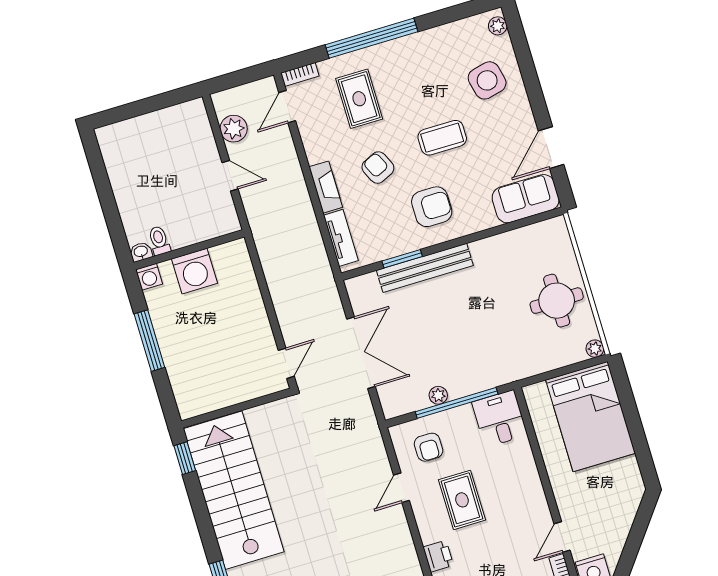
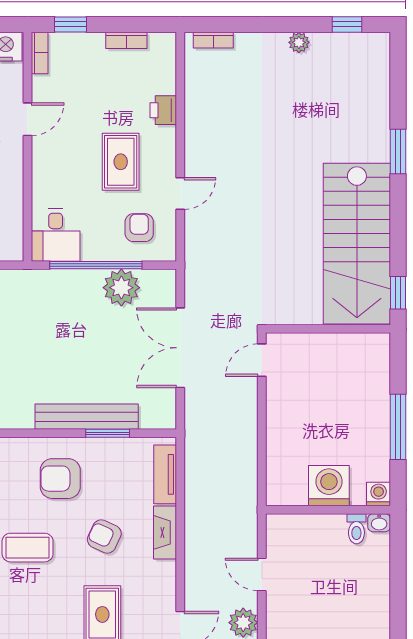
armchair: (378, 168) -> (104, 536), turned 140
plant: (438, 395) -> (121, 288), width x1.88, depth x1.88
door: (562, 537) -> (27, 119), moved

